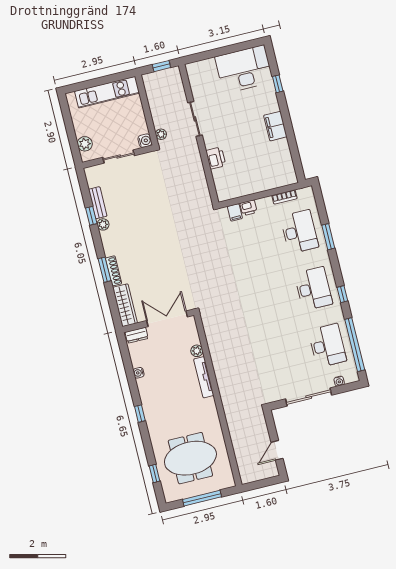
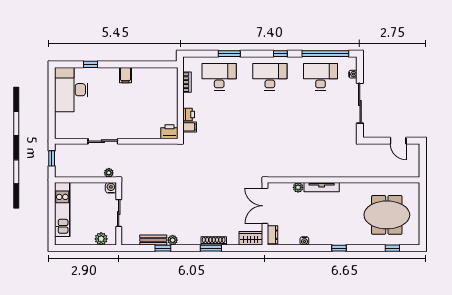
filing cabinet: (275, 126) -> (125, 75), width x0.50
printer: (216, 158) -> (169, 132), moved
wardrobe: (125, 305) -> (251, 238), width x0.67
meeting table: (190, 458) -> (387, 215), turned 90
window: (202, 498) -> (423, 213), removed

